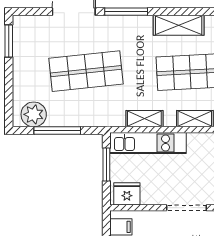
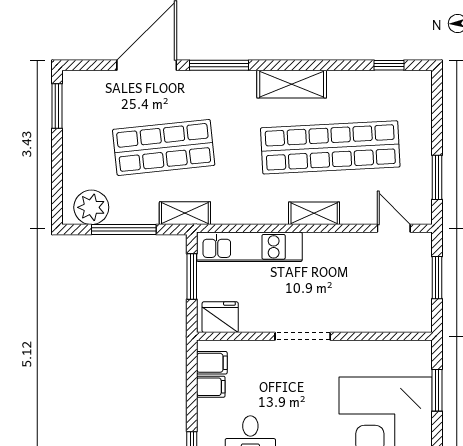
shelving: (144, 119) -> (185, 213), moved

